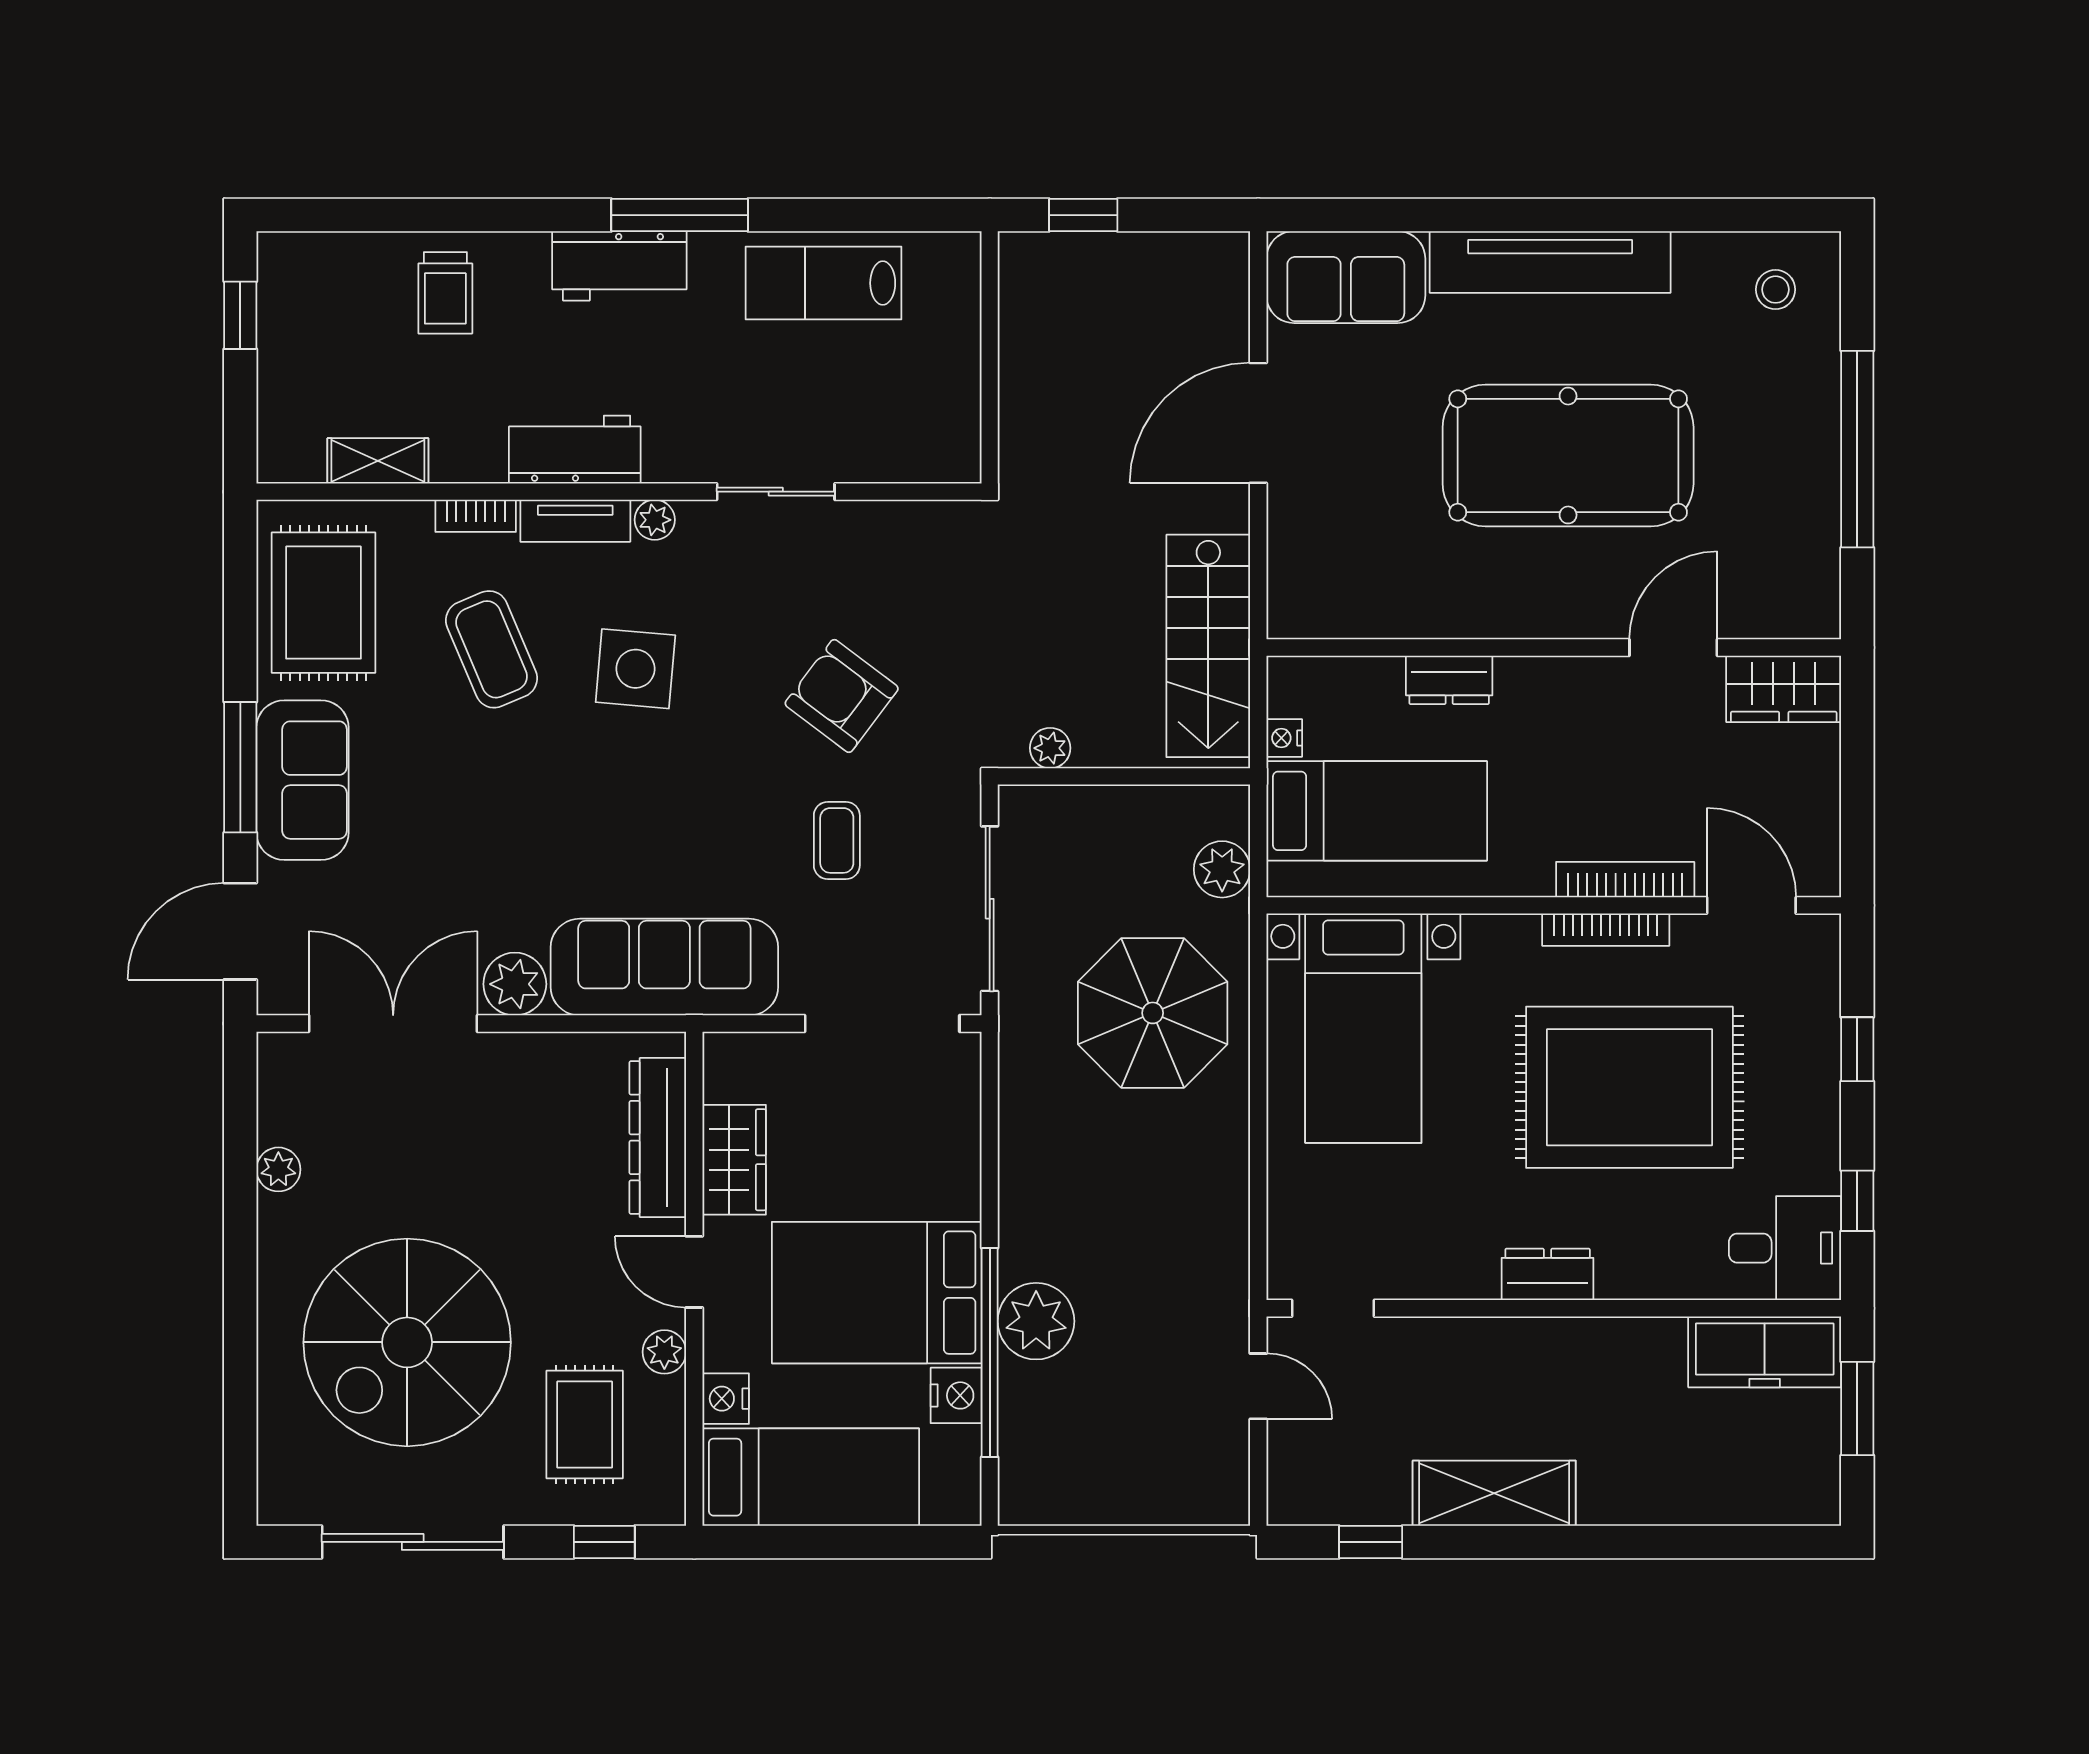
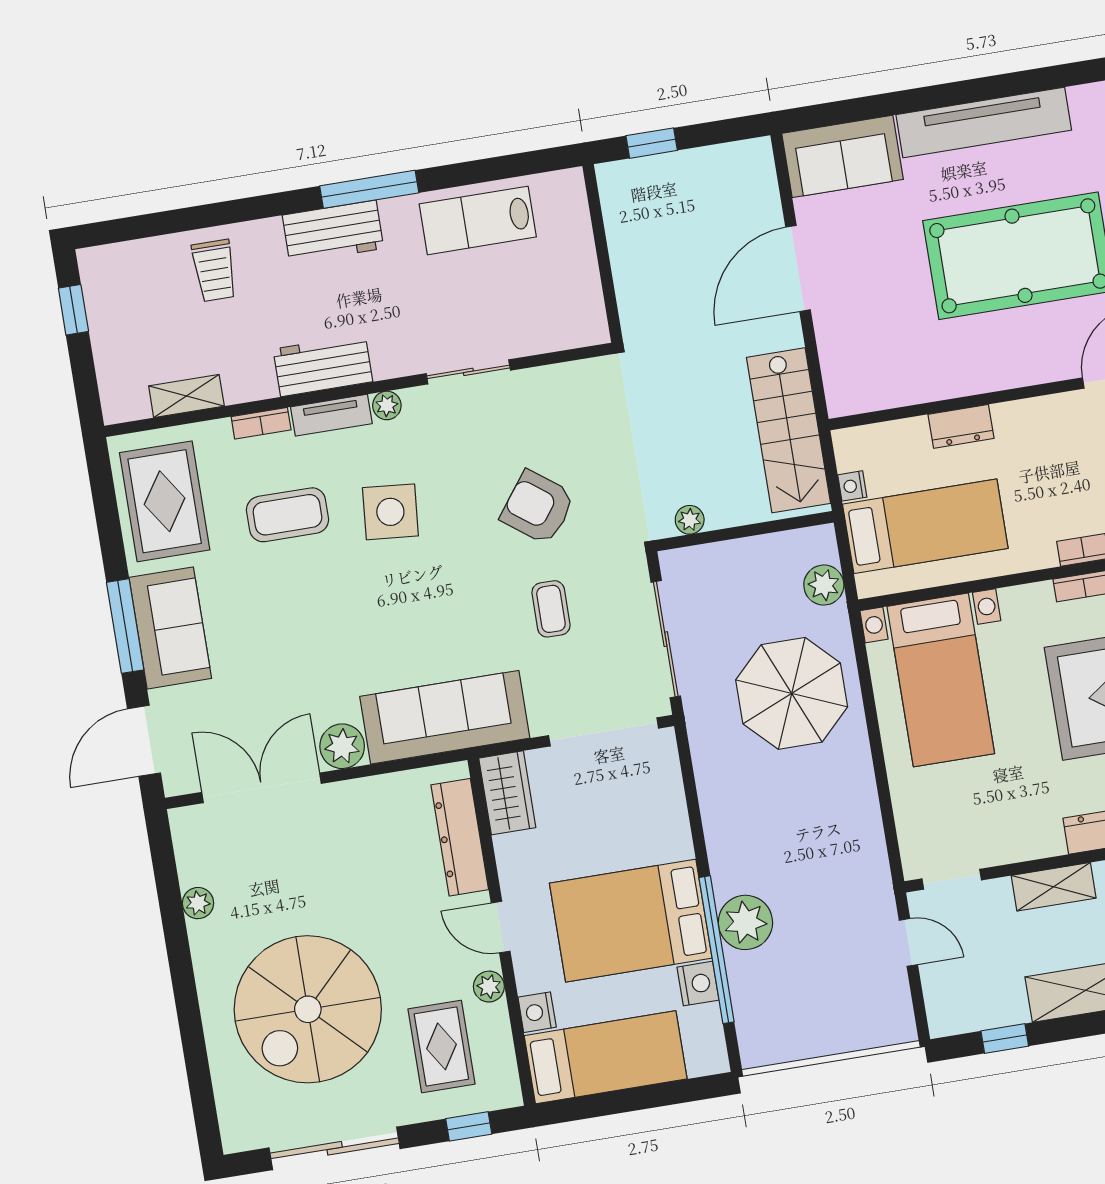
coffee table: (492, 649) -> (287, 515), turned -67
wardrobe: (734, 1160) -> (507, 793), moved
shelving: (1473, 1342) -> (1054, 887), added

